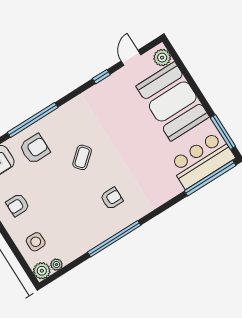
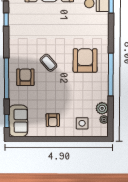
armchair: (35, 149) -> (25, 77), moved
armchair: (112, 198) -> (85, 60), width x1.88, depth x1.88
plant: (42, 271) -> (102, 108), moved

